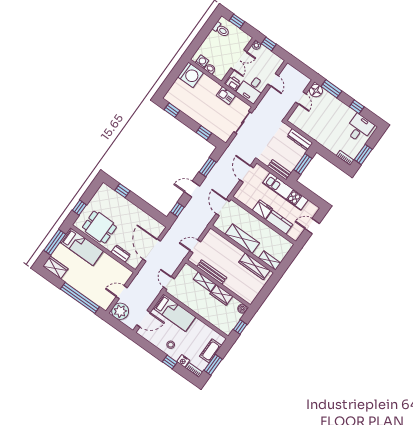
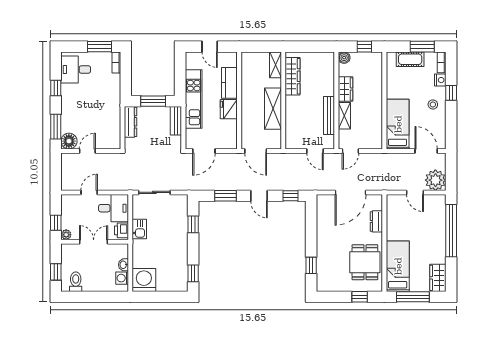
door: (223, 208) -> (256, 151), hinge flipped
door: (169, 283) -> (350, 151), moved

